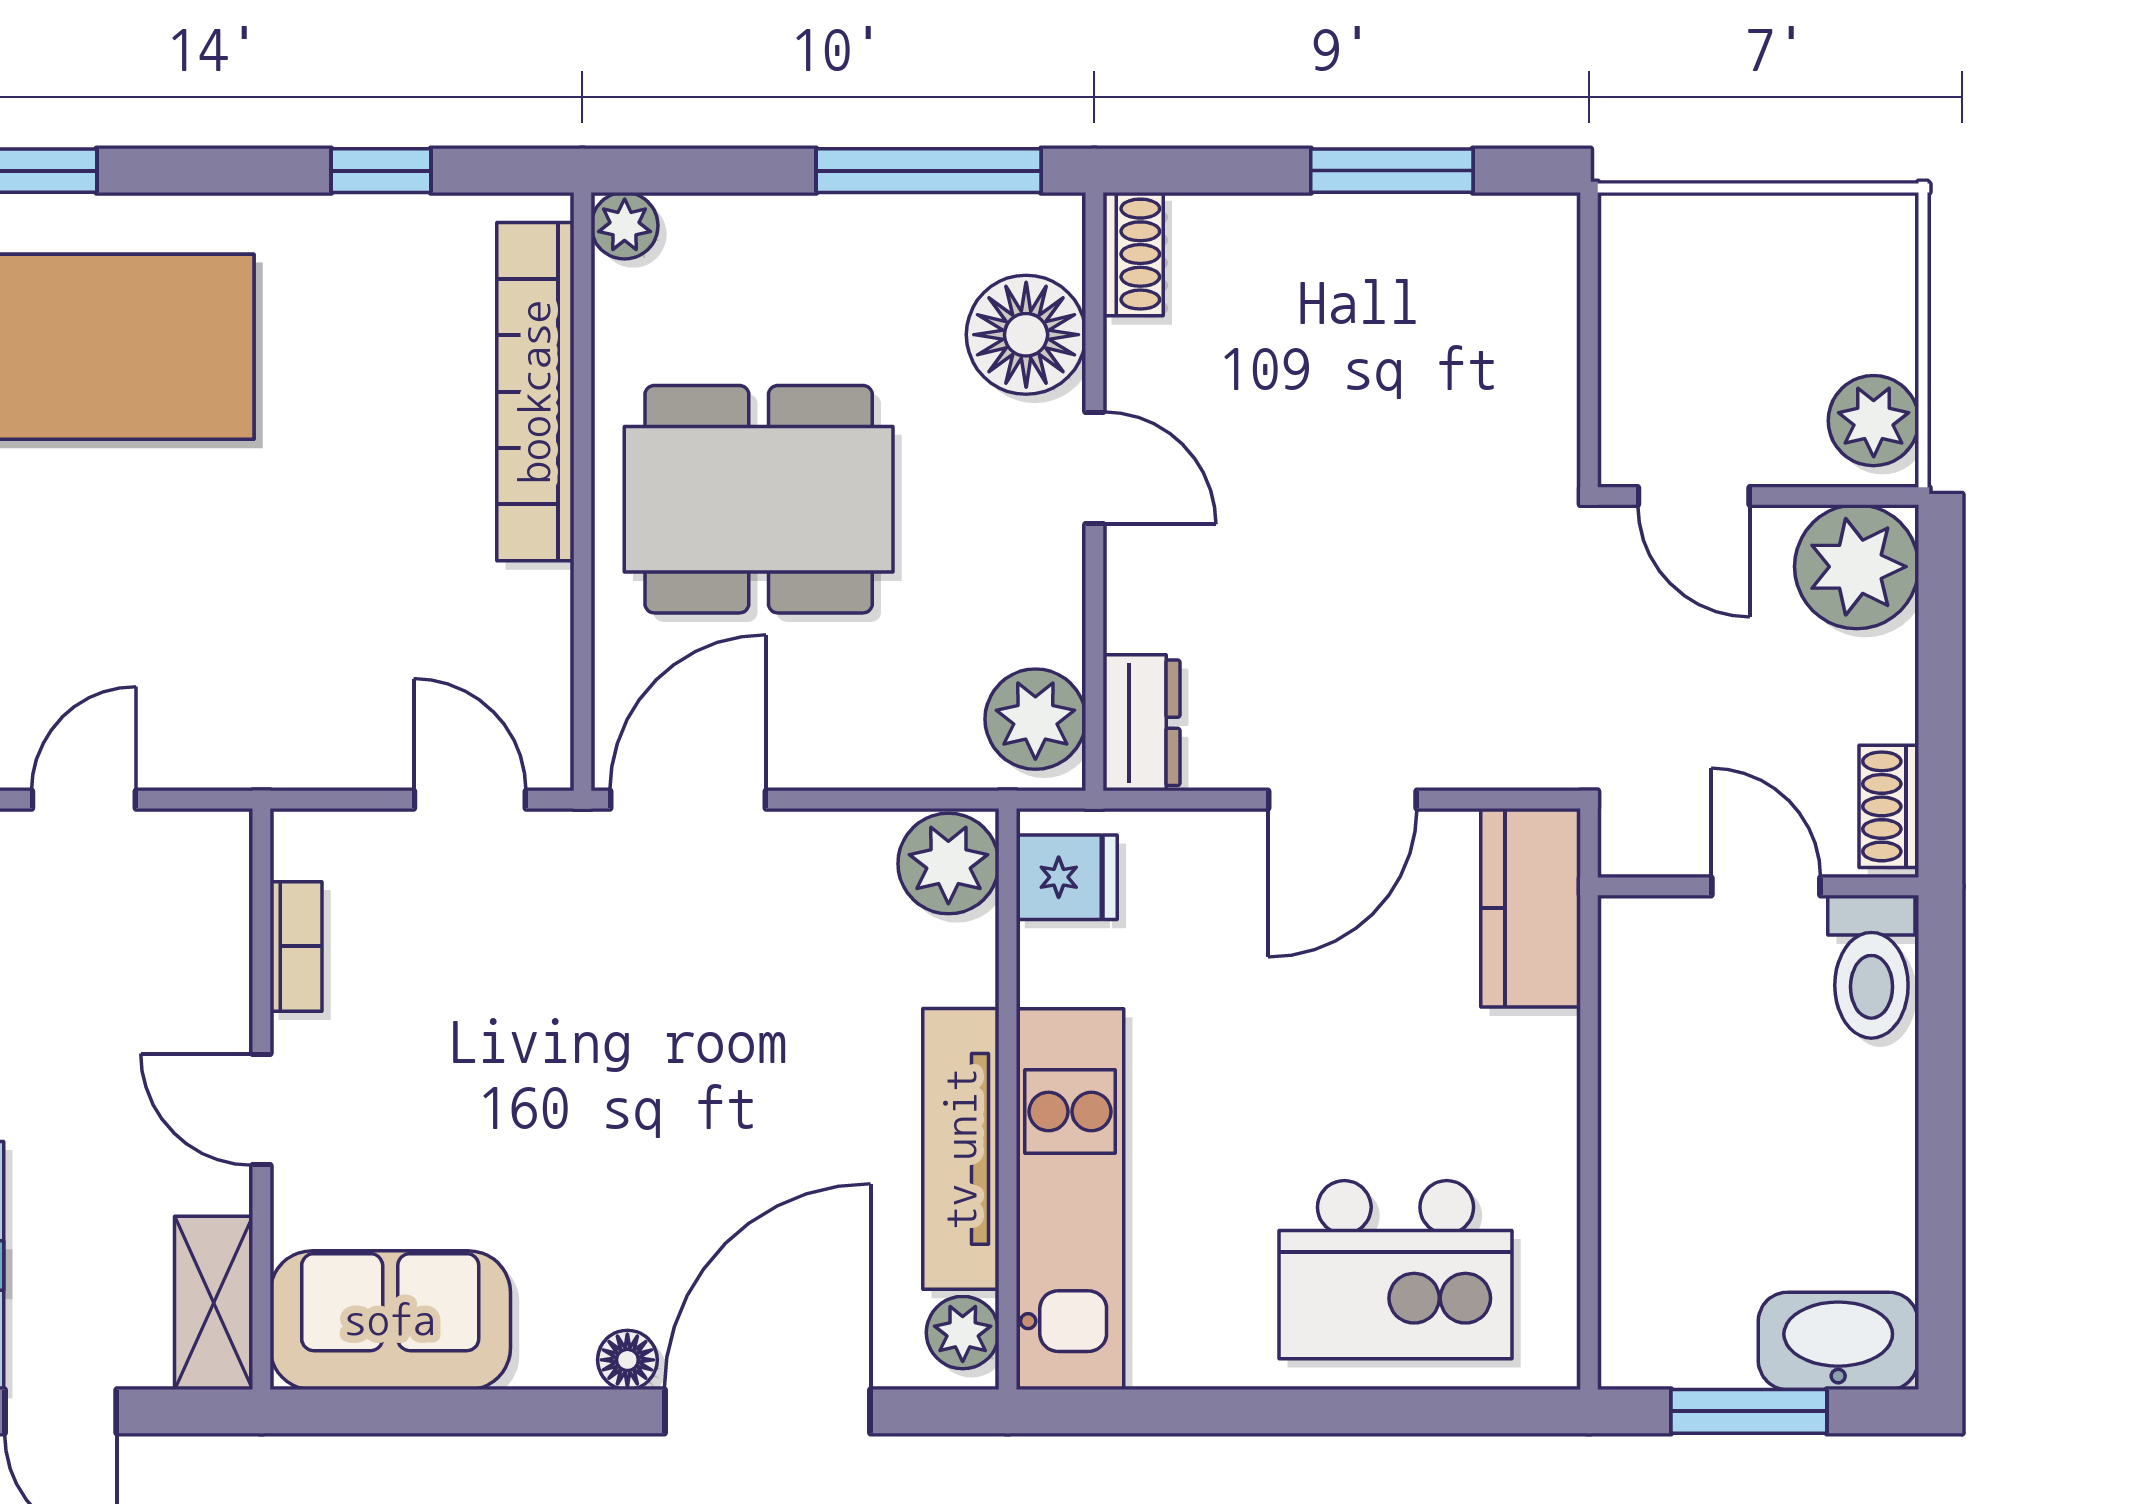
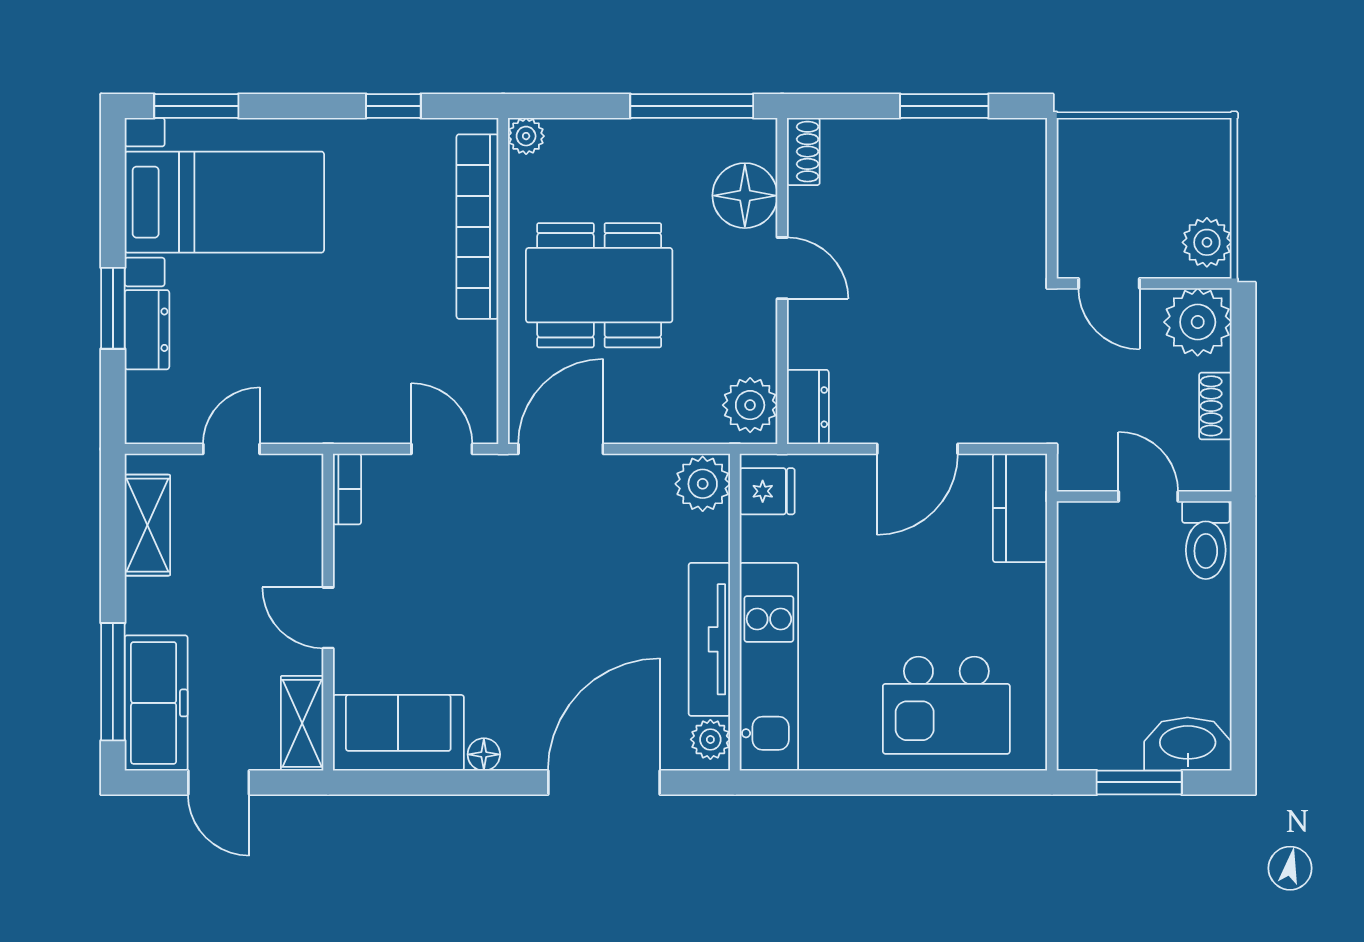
shoe rack: (1889, 806) -> (1215, 406), moved
bookcase: (296, 946) -> (347, 489), moved
floor lamp: (627, 1360) -> (484, 754), moved

